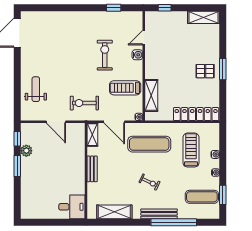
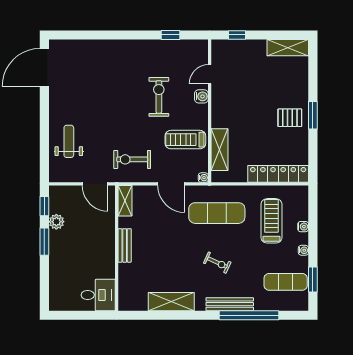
shelving: (92, 135) -> (125, 201), moved
bench: (92, 169) -> (125, 245), moved
wall: (86, 171) -> (117, 248), moved
desk: (72, 207) -> (98, 295), moved

